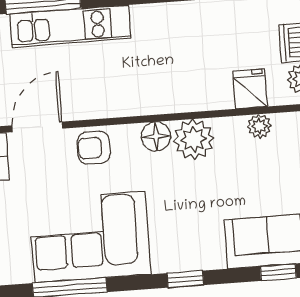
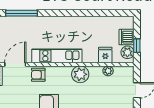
kitchen unit: (70, 26) -> (57, 56), moved, turned 180
floor lamp: (156, 136) -> (65, 72), removed

